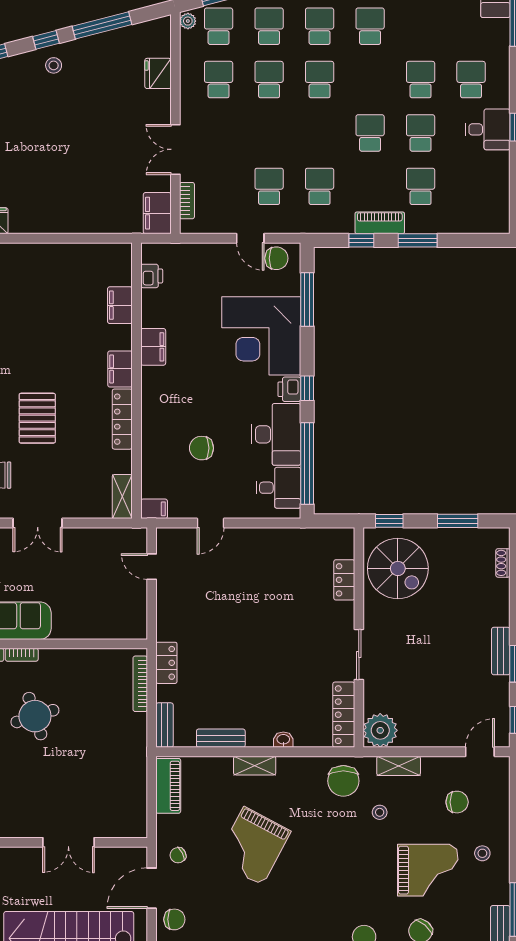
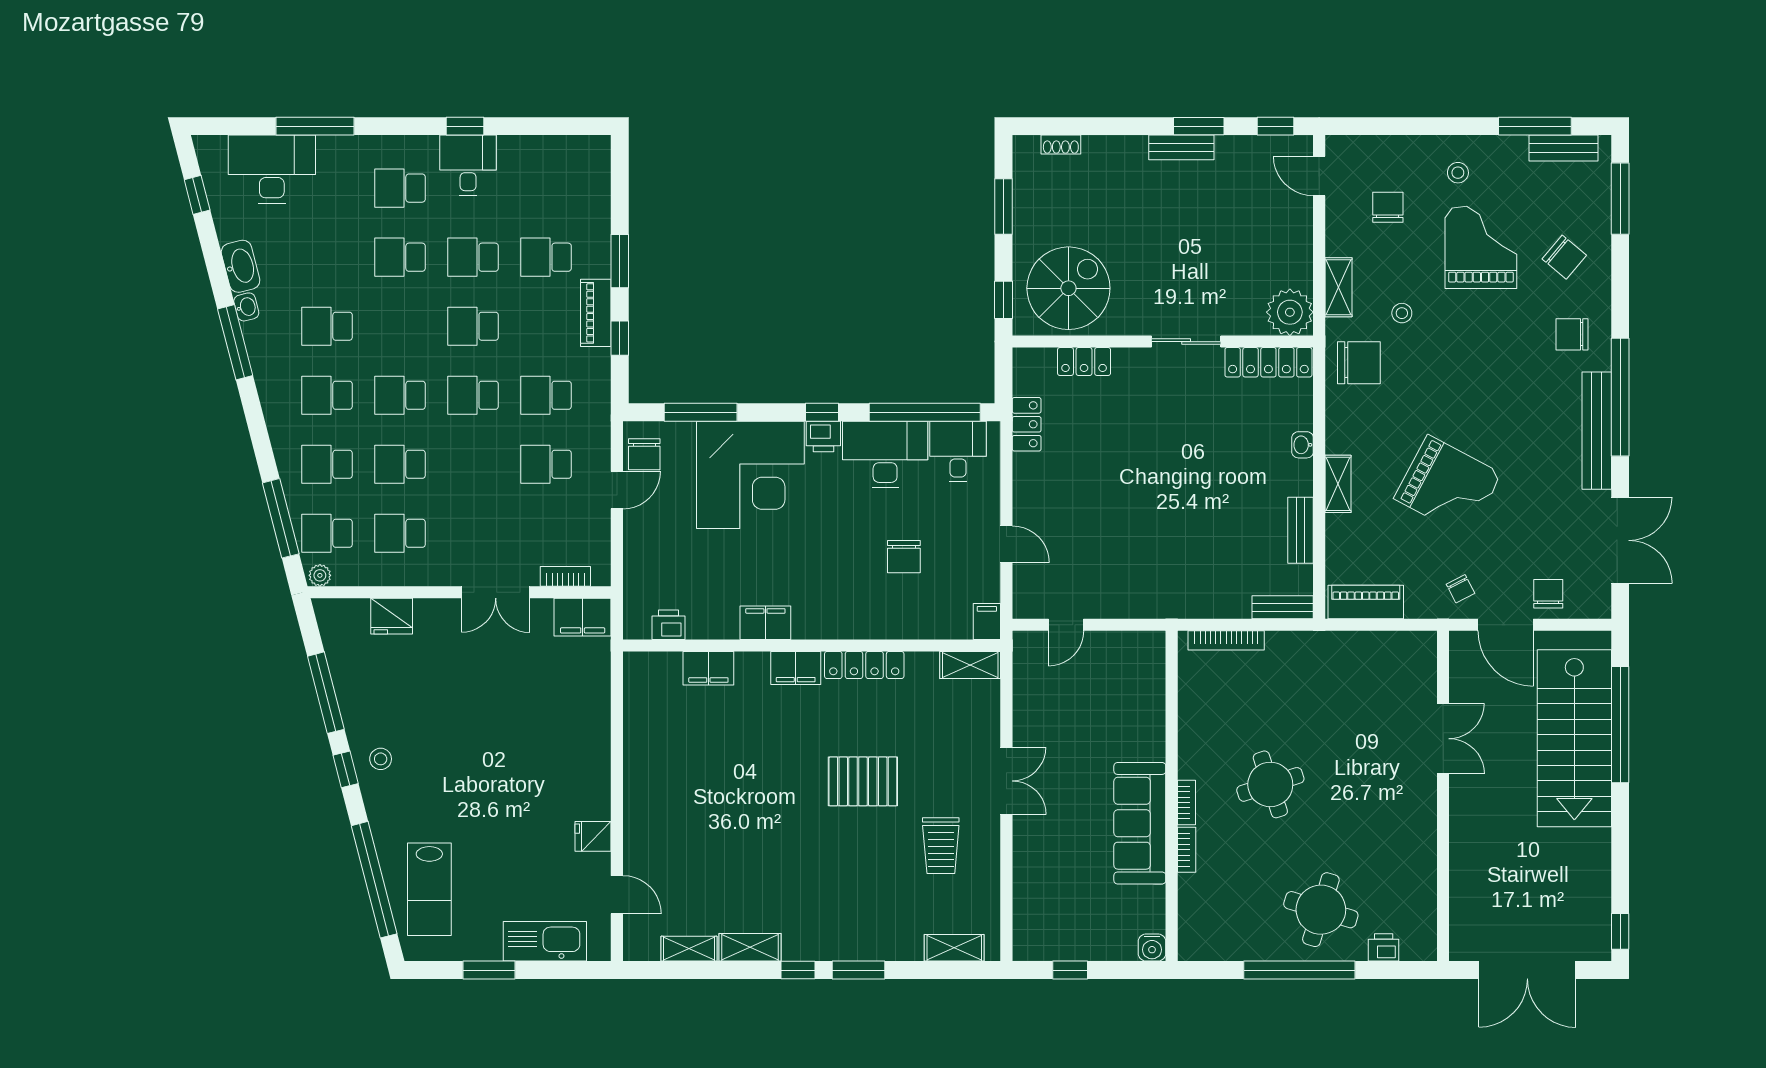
school desk: (320, 133) -> (473, 395), added
chair: (276, 258) -> (644, 454), turned 180
locker: (166, 663) -> (1027, 424), moved, turned 90

